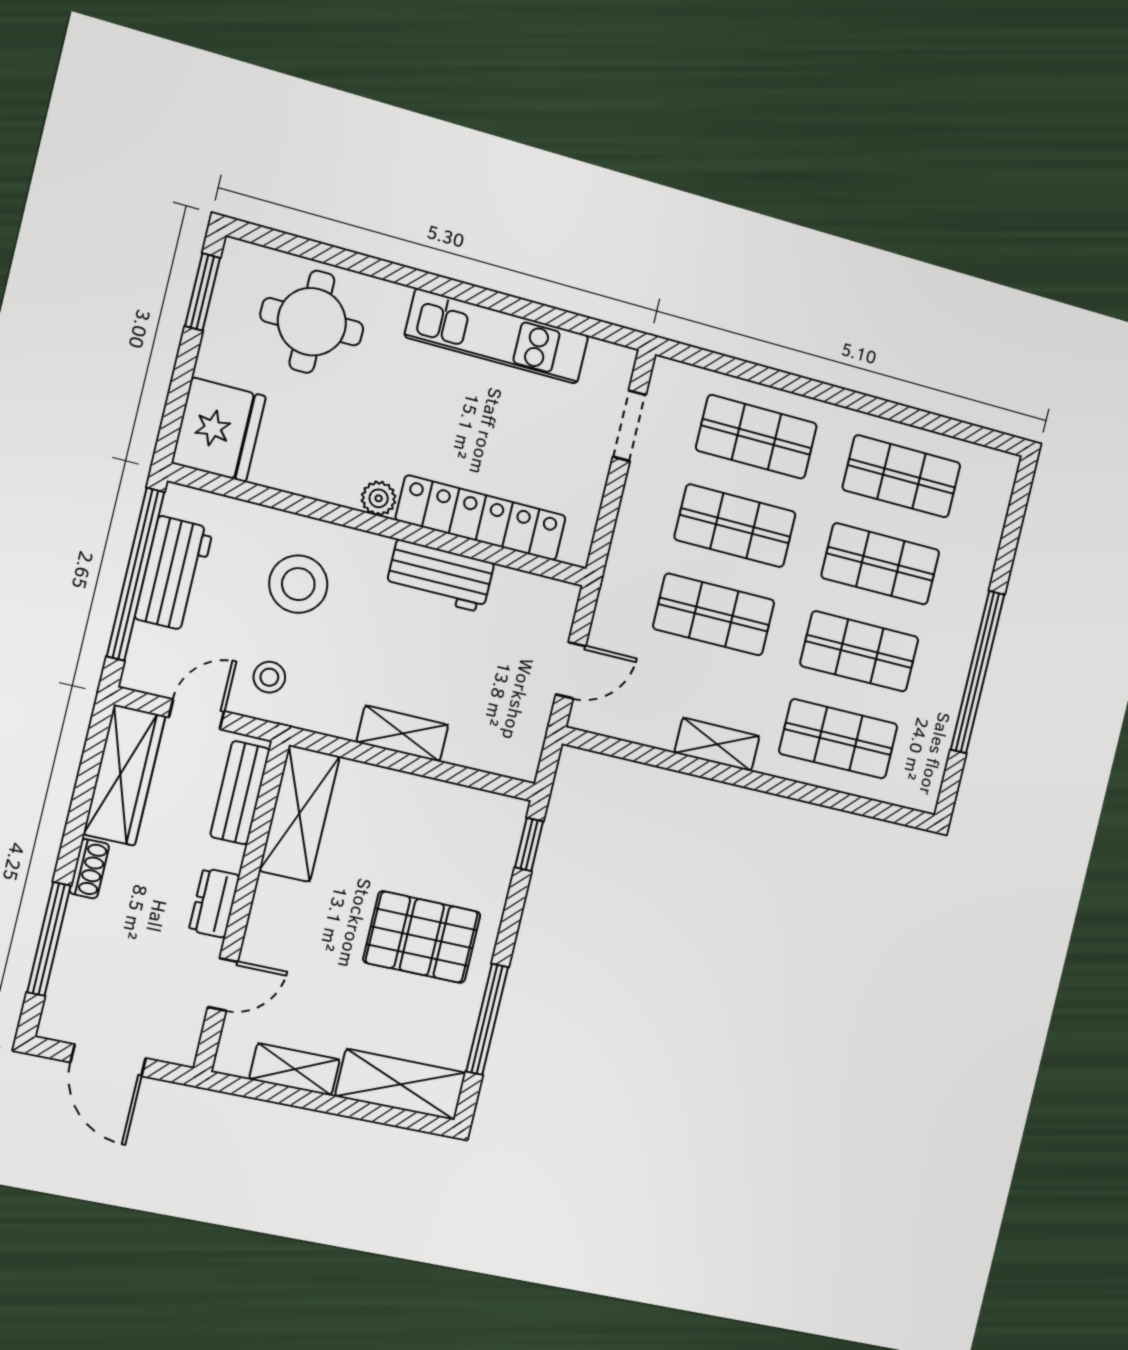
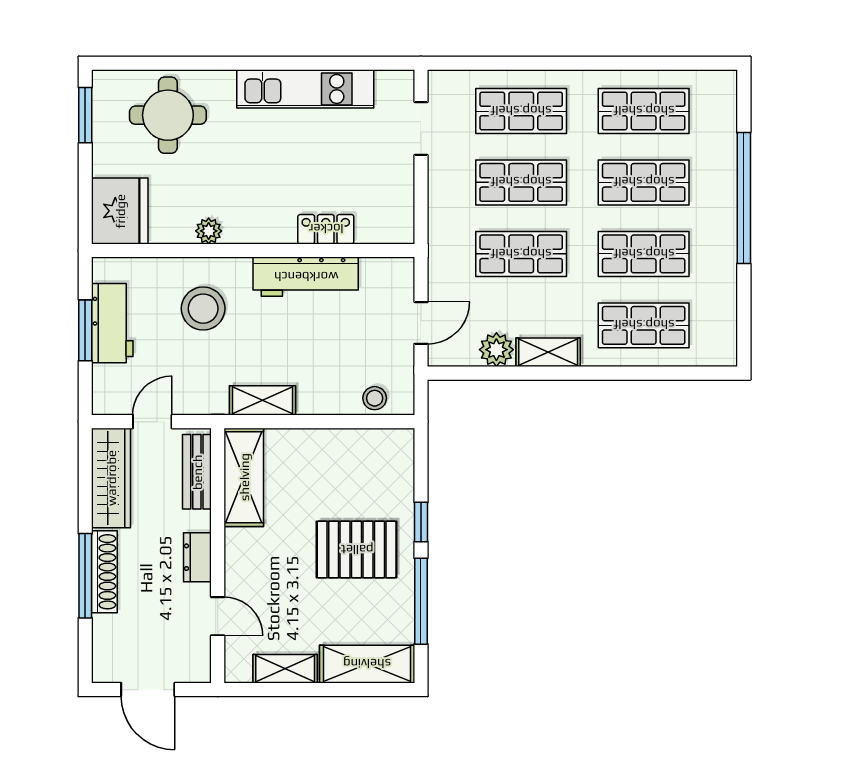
plant: (379, 498) -> (209, 231), moved
locker: (481, 518) -> (326, 229), width x0.46, depth x0.83
window: (135, 574) -> (85, 330), width x0.47
workbench: (440, 576) -> (306, 277), width x1.38
window: (978, 672) -> (744, 198), moved
stool: (269, 677) -> (375, 398), moved
plant: (655, 726) -> (496, 350), added
shelving: (402, 734) -> (262, 400), moved
window: (529, 844) -> (421, 522), moved
shoe rack: (89, 869) -> (104, 572), width x1.94, depth x1.24
window: (49, 939) -> (85, 576), moved
door: (223, 984) -> (218, 616), hinge flipped

